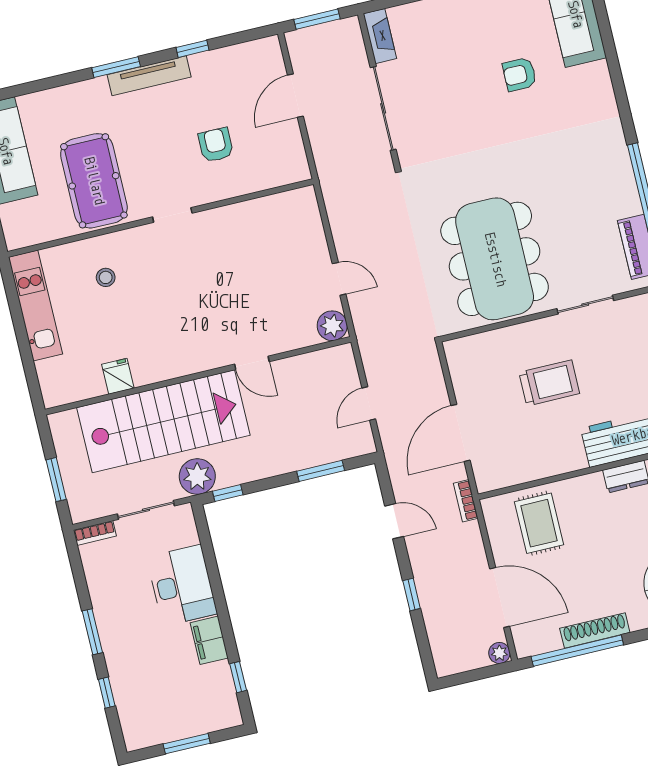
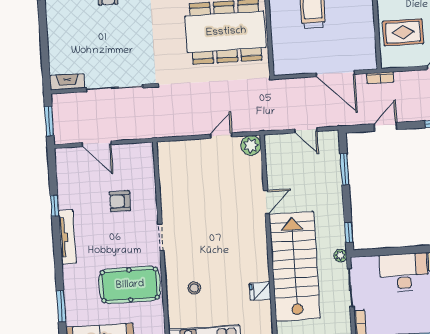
window: (116, 67) -> (61, 306), moved
plant: (197, 477) -> (340, 256), width x0.53, depth x0.53

